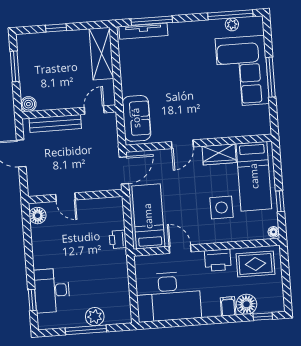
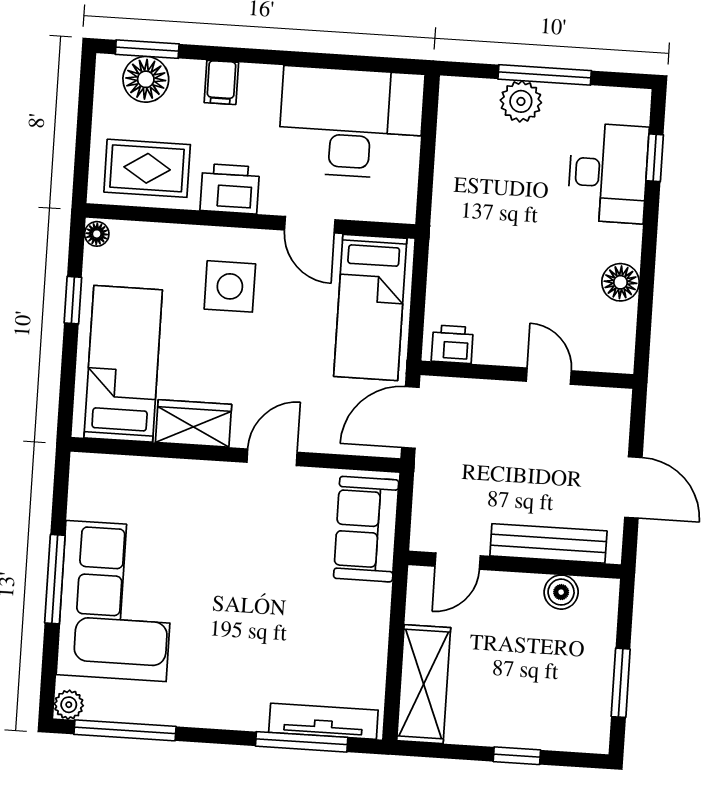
plant: (232, 24) -> (69, 705), moved
boiler: (28, 104) -> (561, 592), moved
side table: (221, 208) -> (230, 286), moved
floor lamp: (38, 216) -> (620, 282), moved
printer: (118, 239) -> (452, 344), moved, turned -90
floor lamp: (246, 304) -> (146, 79), moved
window: (263, 317) -> (147, 49), width x1.50

